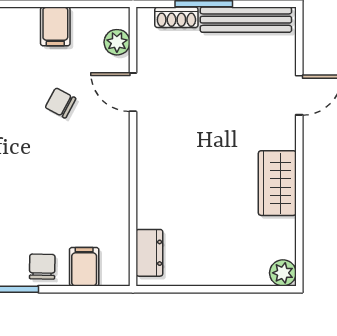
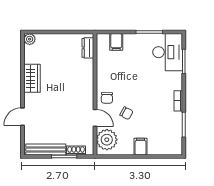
filing cabinet: (55, 26) -> (141, 147), moved
plant: (117, 42) -> (107, 140), width x1.87, depth x1.87
chair: (42, 267) -> (107, 98), moved

